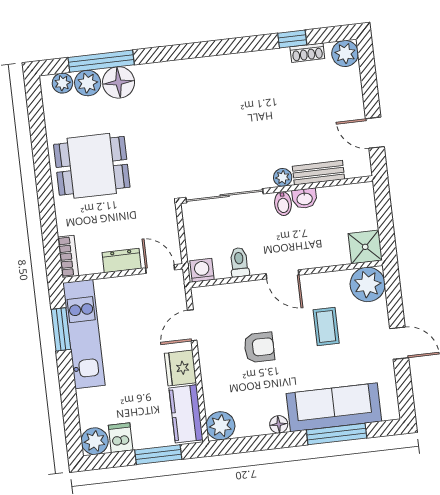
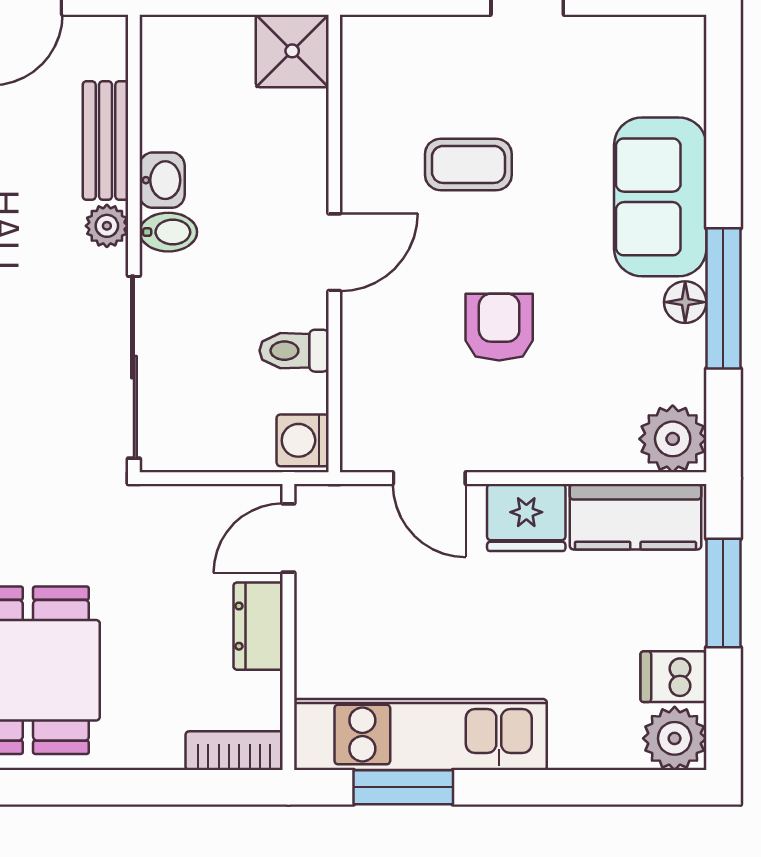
plant: (368, 284) -> (381, 56), removed
sofa: (334, 407) -> (660, 197), width x0.73
window: (337, 434) -> (723, 298), moved

